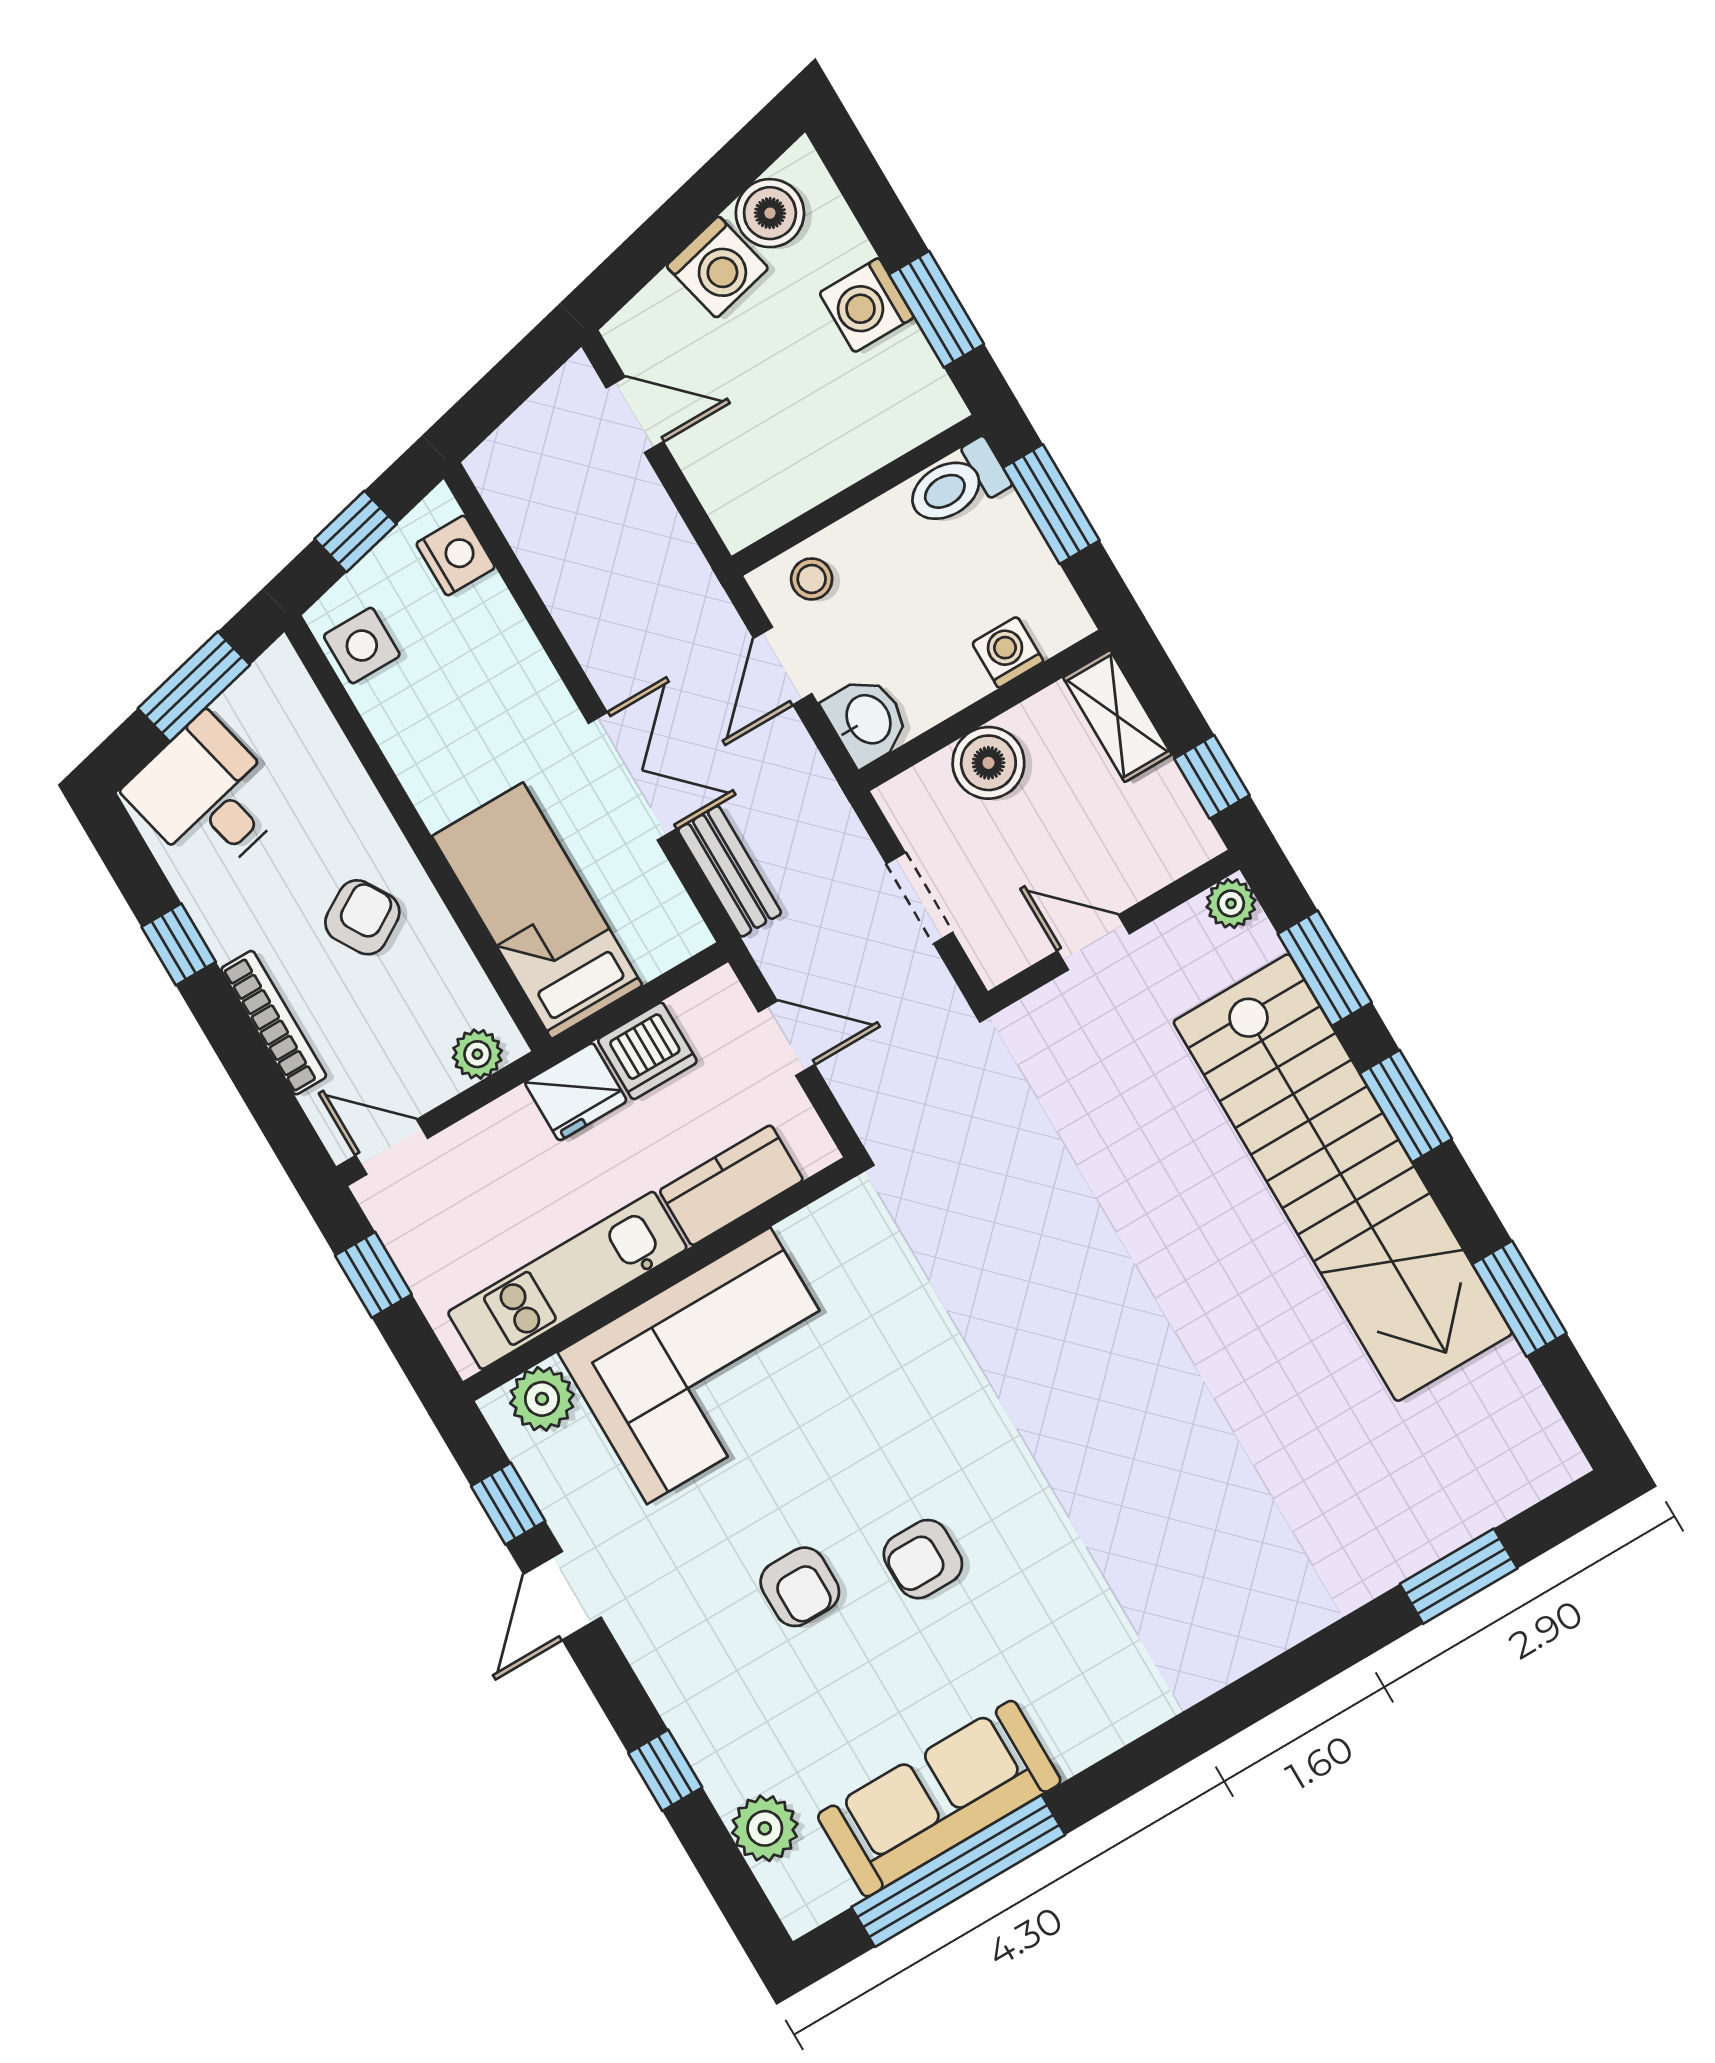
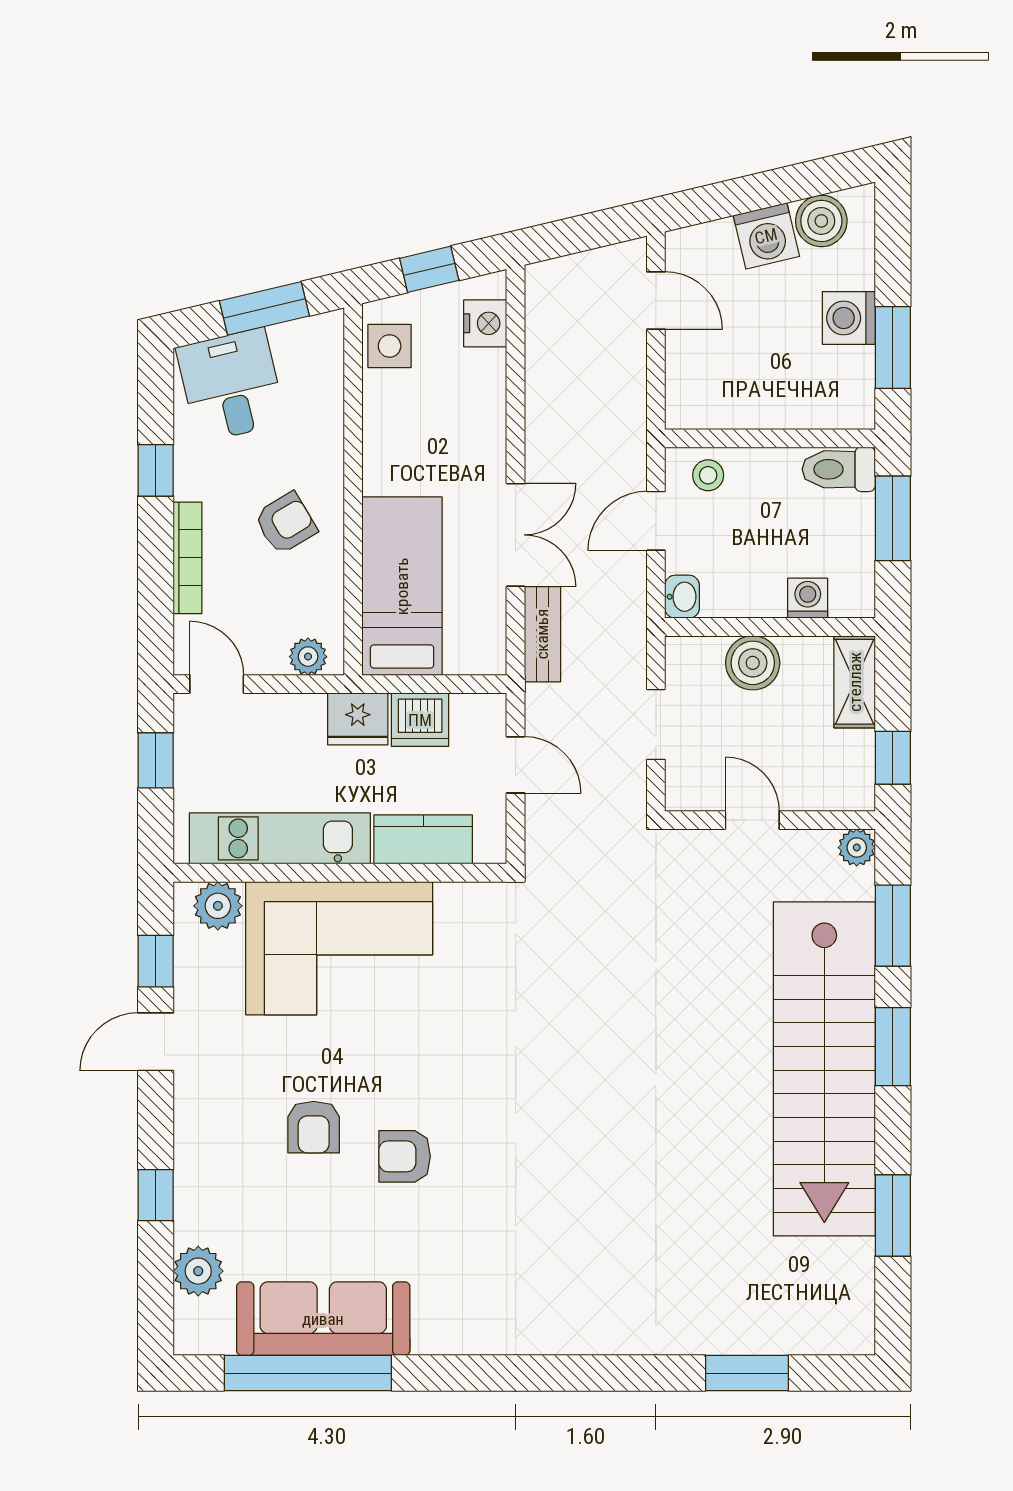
washbasin: (867, 720) -> (682, 597), width x0.72, depth x0.69

